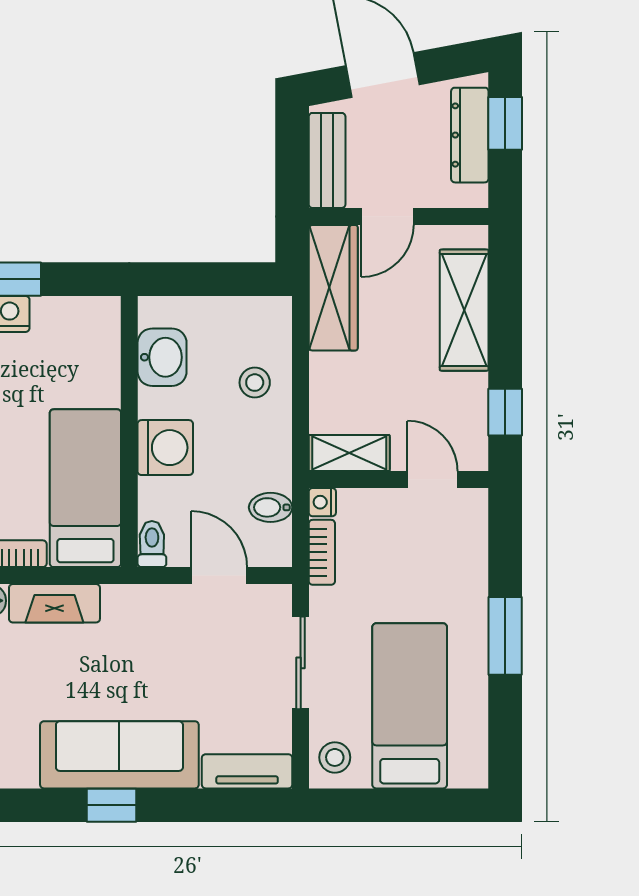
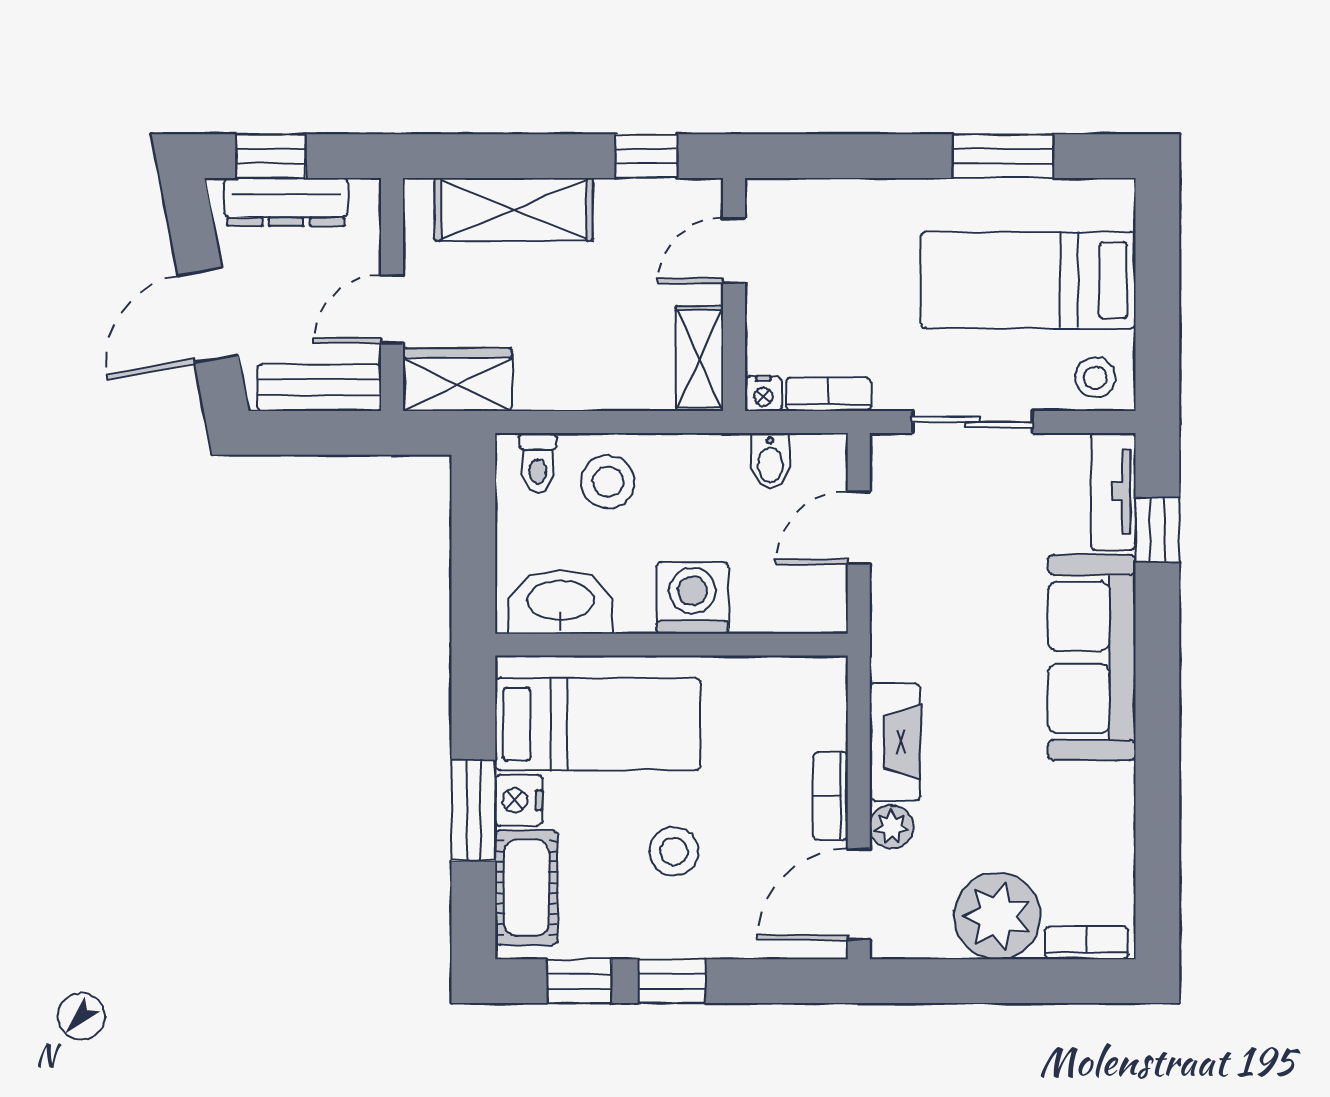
door: (387, 216) -> (392, 309), swing flipped
wardrobe: (333, 288) -> (457, 380), width x0.67
washbasin: (162, 357) -> (561, 602), width x1.38
stool: (255, 383) -> (608, 482), width x1.37, depth x1.37
bed: (85, 488) -> (598, 724), moved, turned 180
toilet: (152, 544) -> (538, 463), moved, turned -90
window: (505, 636) -> (1003, 156), moved
window: (112, 805) -> (1157, 530), moved

